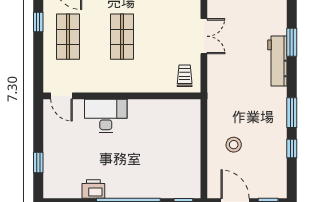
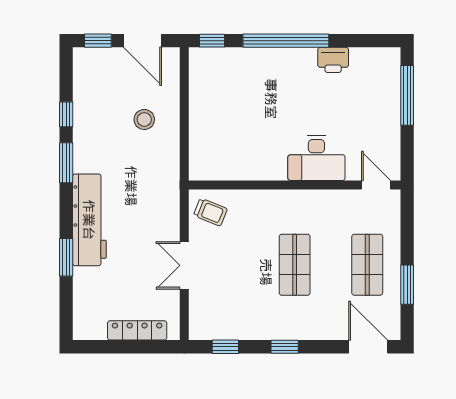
window: (38, 22) -> (407, 285), width x1.50
workbench: (277, 61) -> (89, 220), width x1.36, depth x1.32
trolley: (185, 76) -> (210, 212), turned -68
window: (38, 162) -> (407, 95), width x2.17

